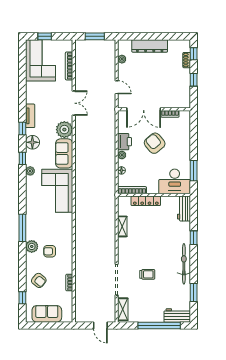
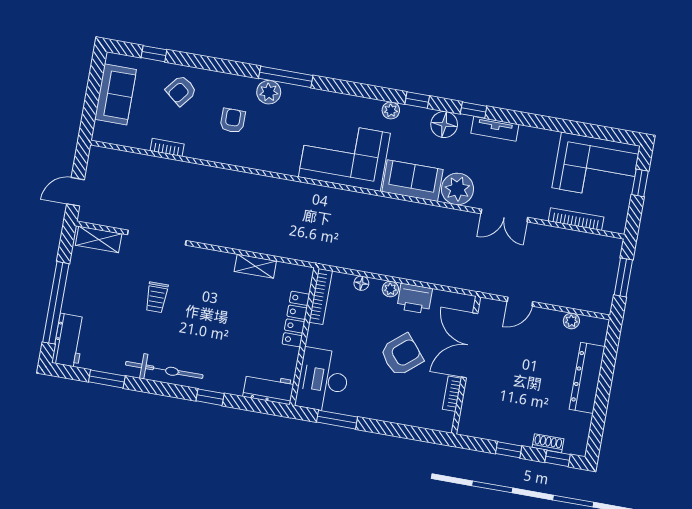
plant: (32, 246) -> (269, 92), moved

